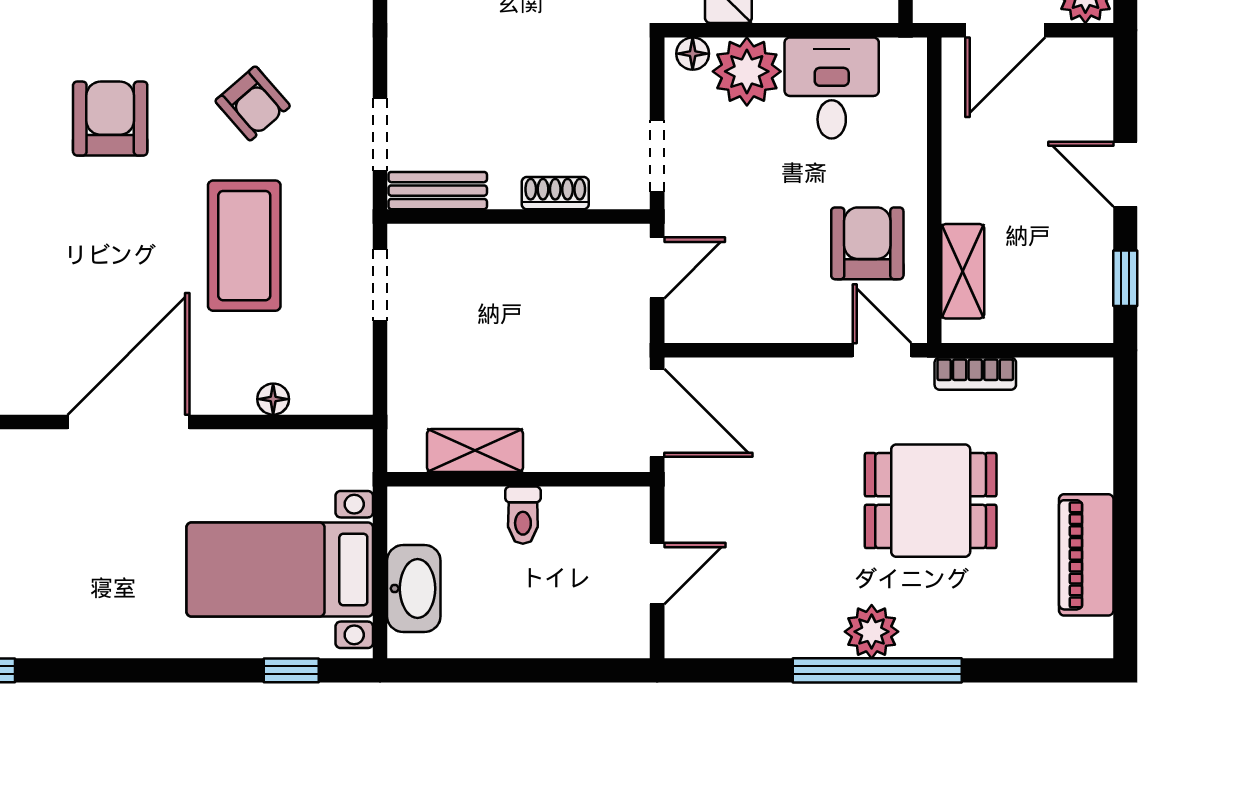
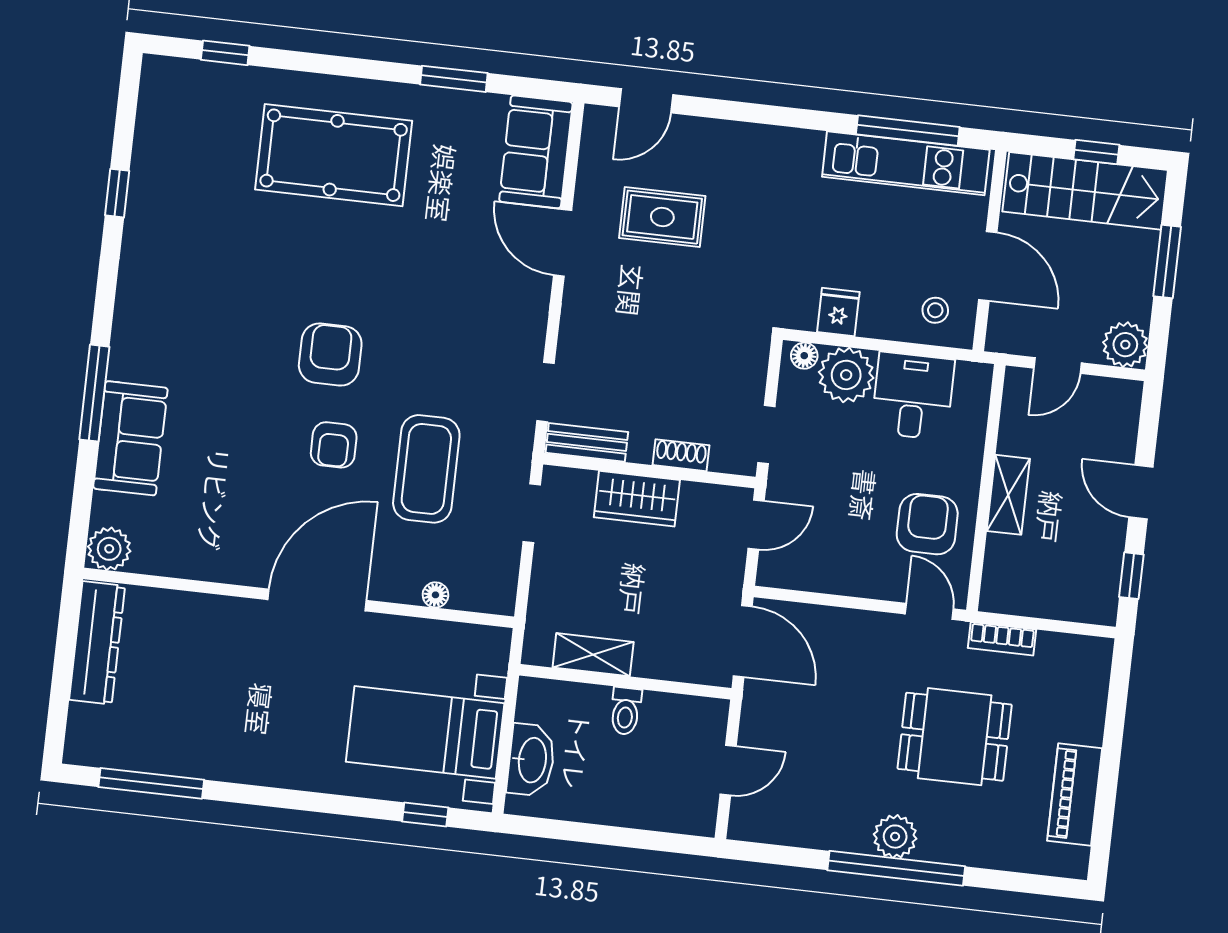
door: (1005, 30) -> (1058, 365), width x0.73
armchair: (253, 103) -> (334, 445), moved, turned 41
wardrobe: (507, 253) -> (637, 499), added
shelving: (963, 271) -> (1008, 495), moved

